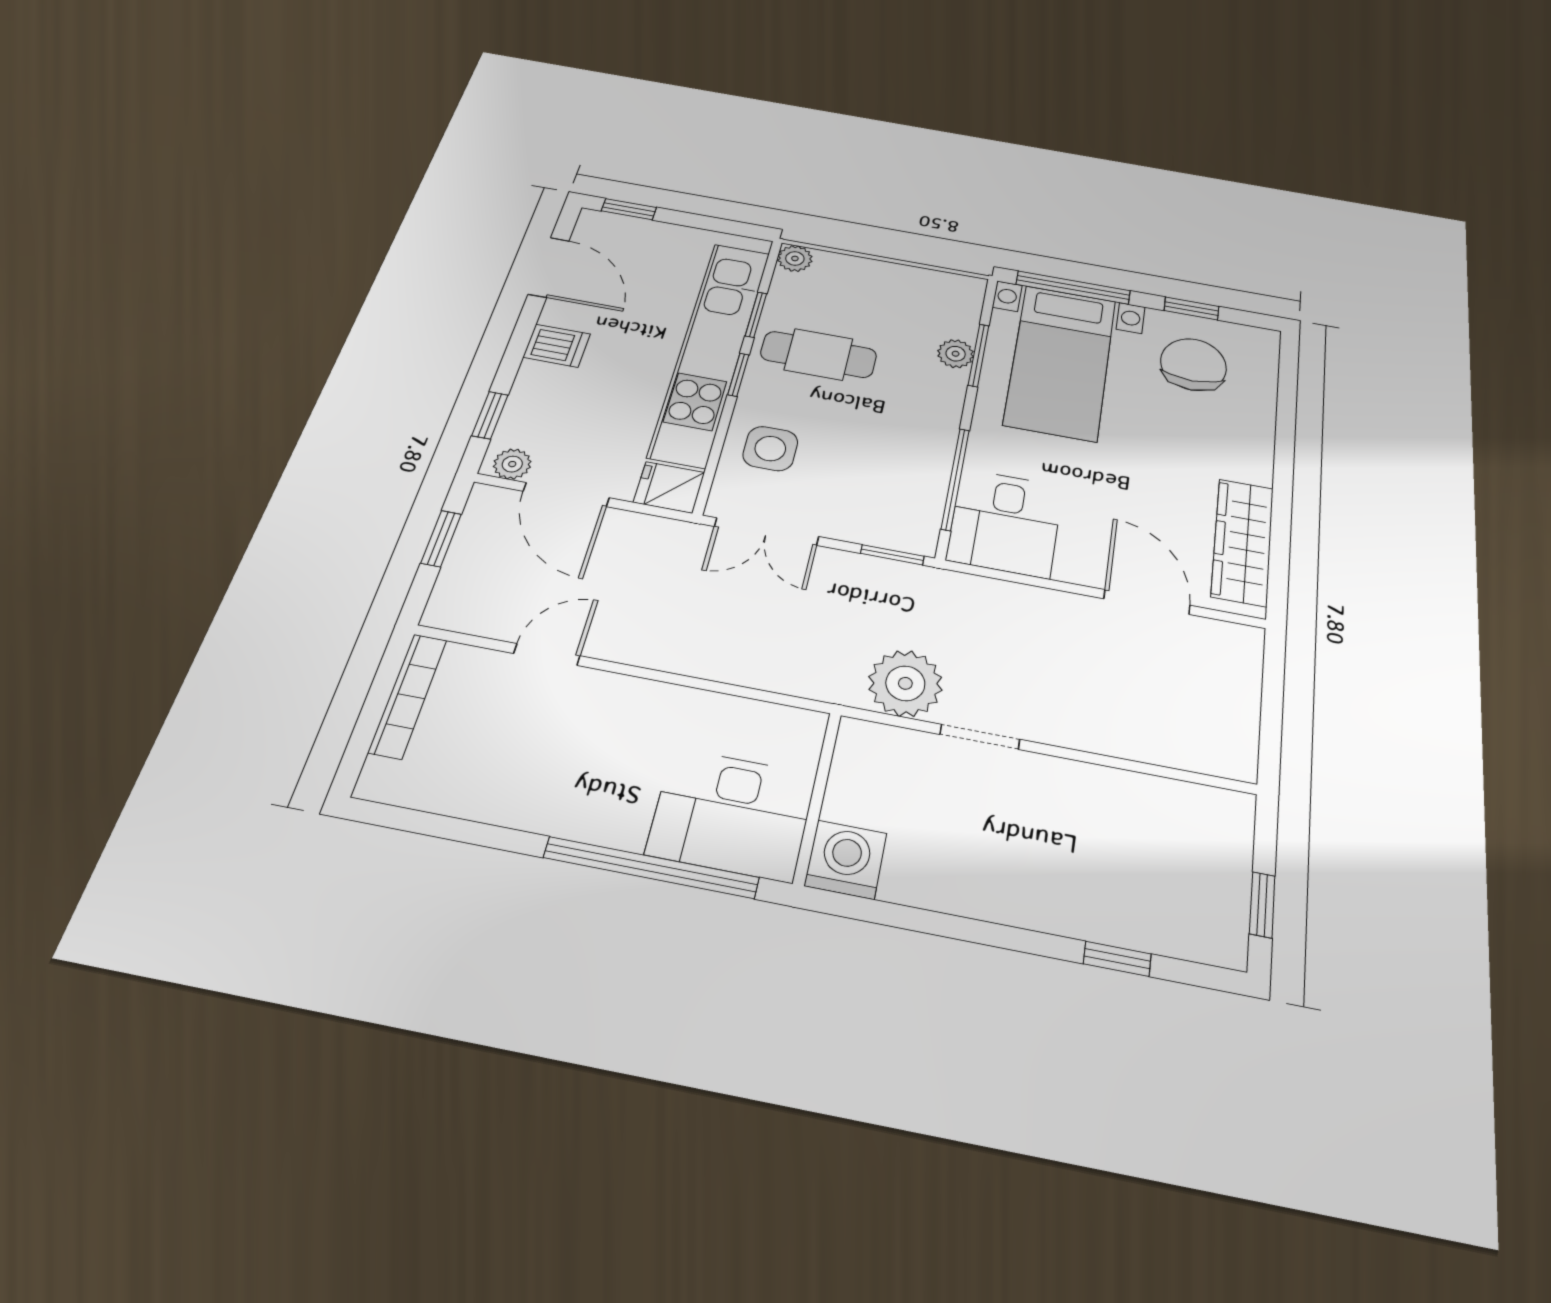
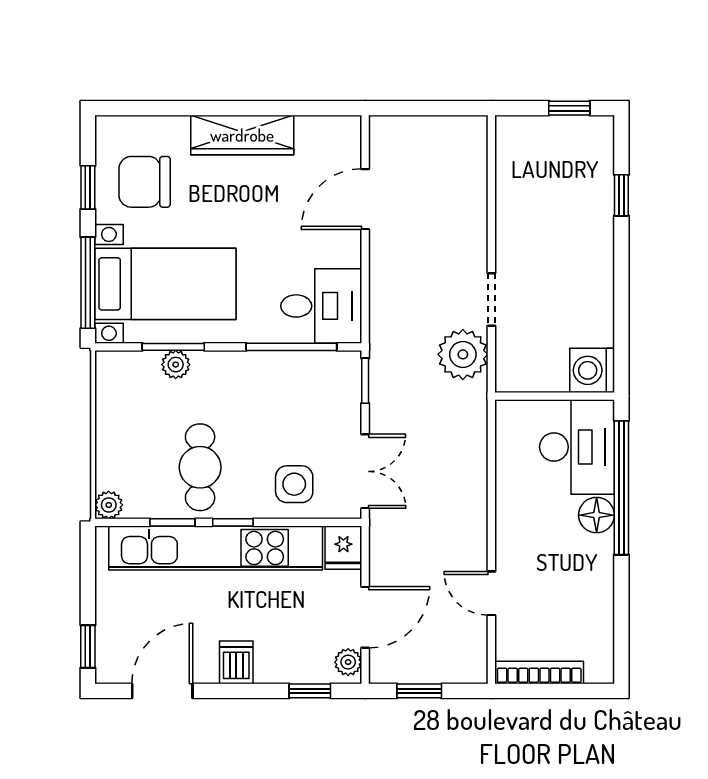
wardrobe: (1243, 542) -> (242, 135), moved
floor lamp: (619, 822) -> (597, 515), added

